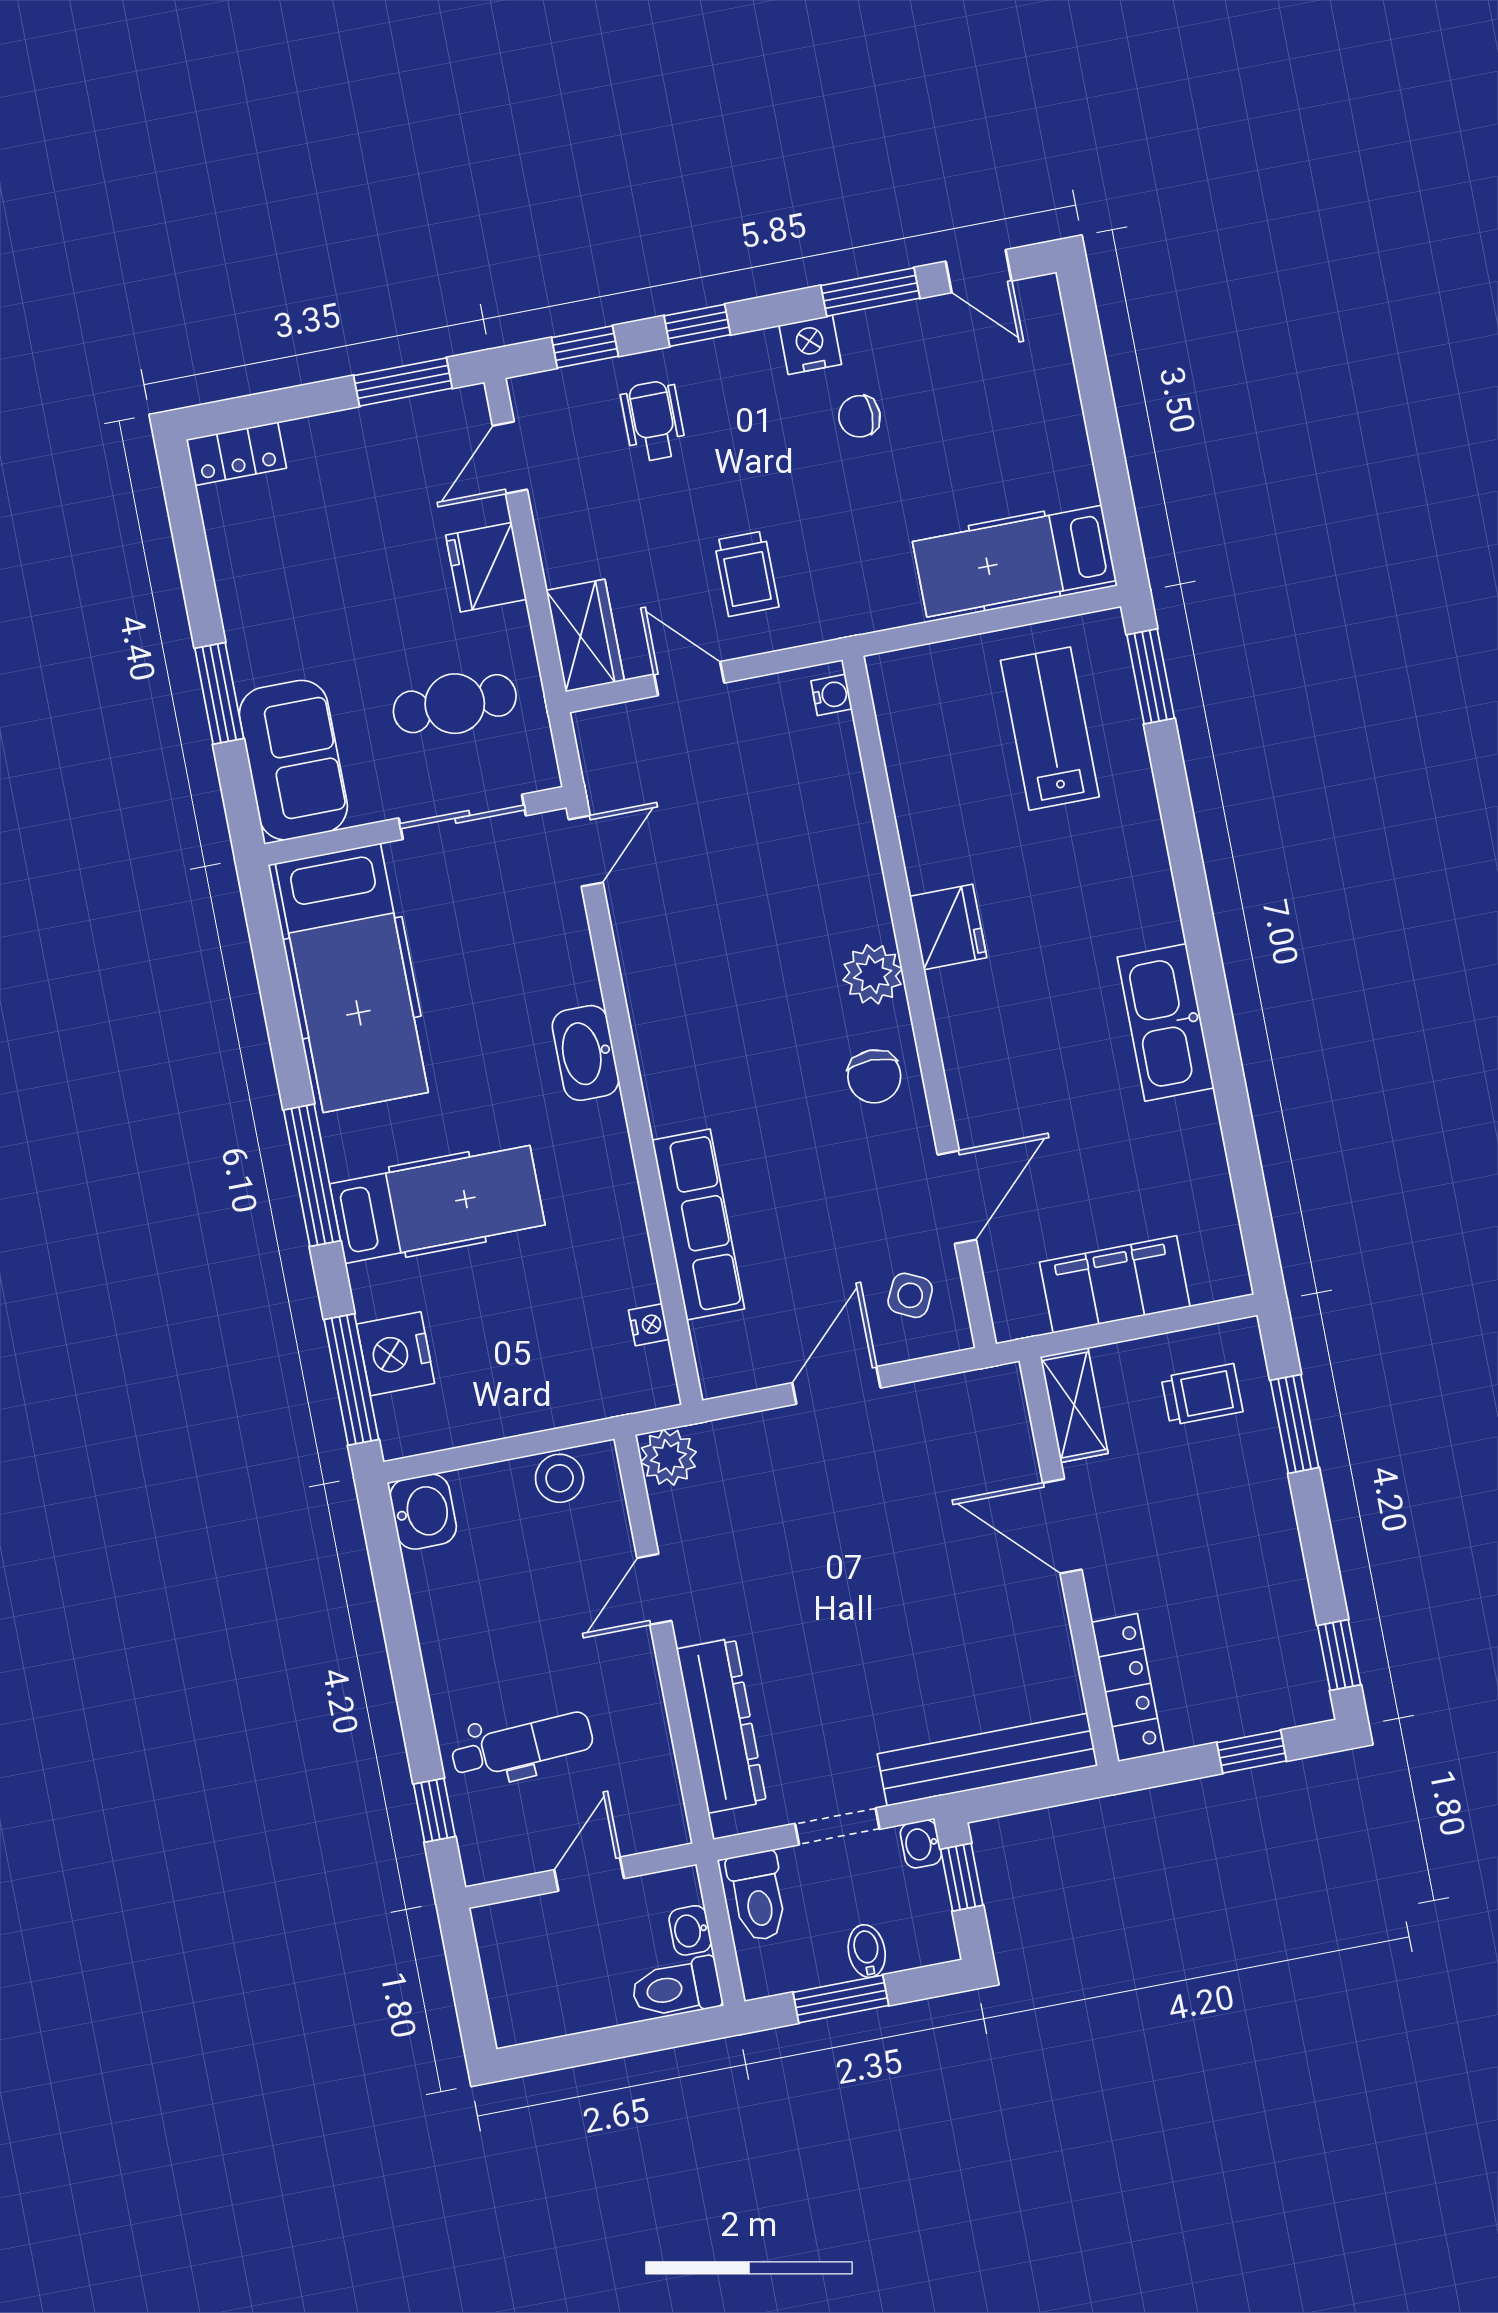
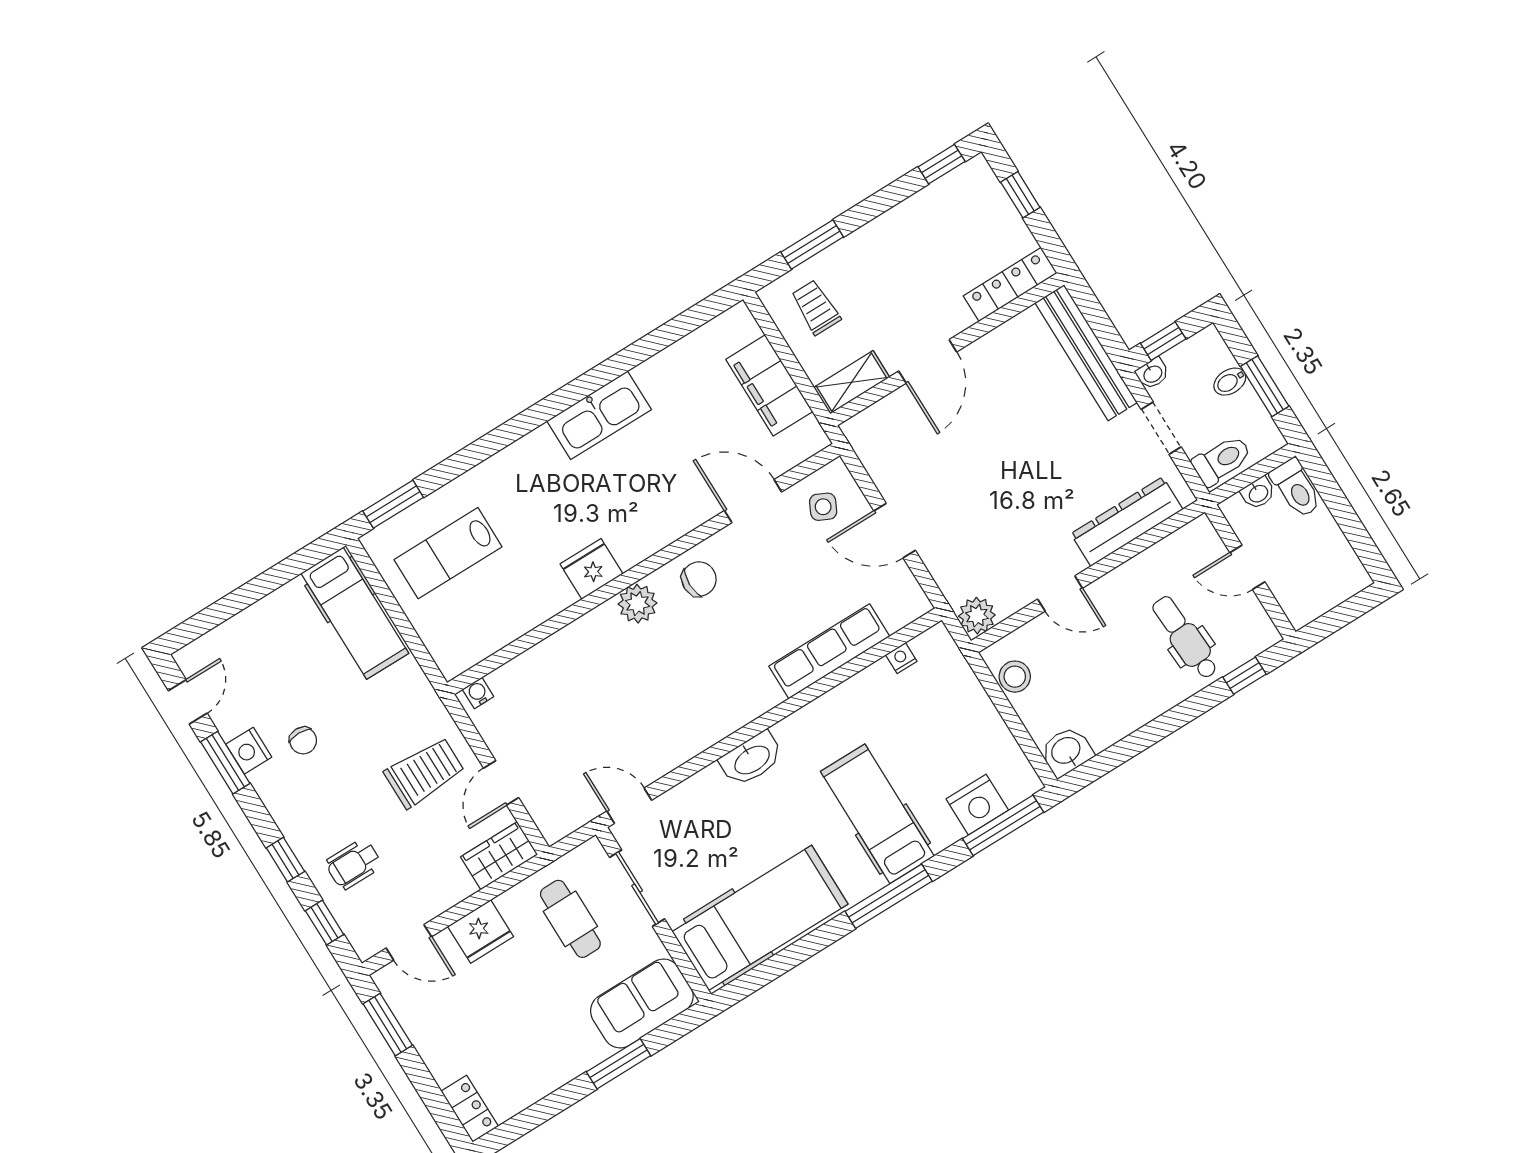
nightstand: (810, 345) -> (249, 751), moved
trolley: (746, 574) -> (424, 772), width x1.36, depth x1.39

